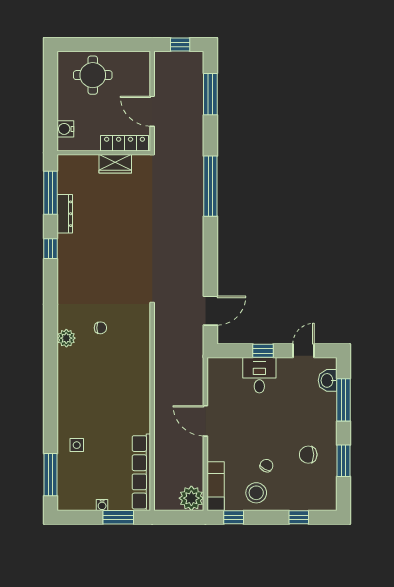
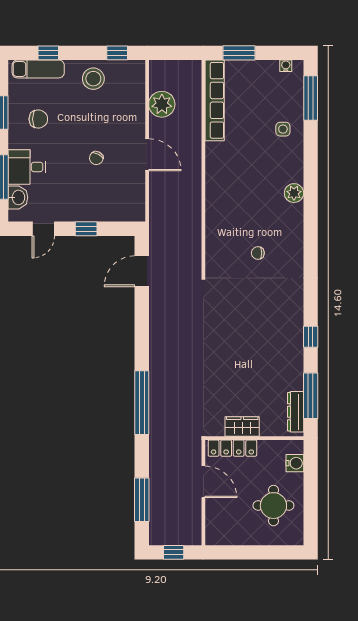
round table: (93, 75) -> (273, 506), moved
dresser: (65, 214) -> (296, 412), moved
plant: (66, 338) -> (294, 193), moved
desk: (259, 375) -> (27, 167), moved, turned 90
chair: (266, 466) -> (96, 158), moved
exam couch: (216, 486) -> (38, 69), moved, turned -90
plant: (191, 498) -> (162, 104), moved
water cooler: (102, 505) -> (286, 66), moved

